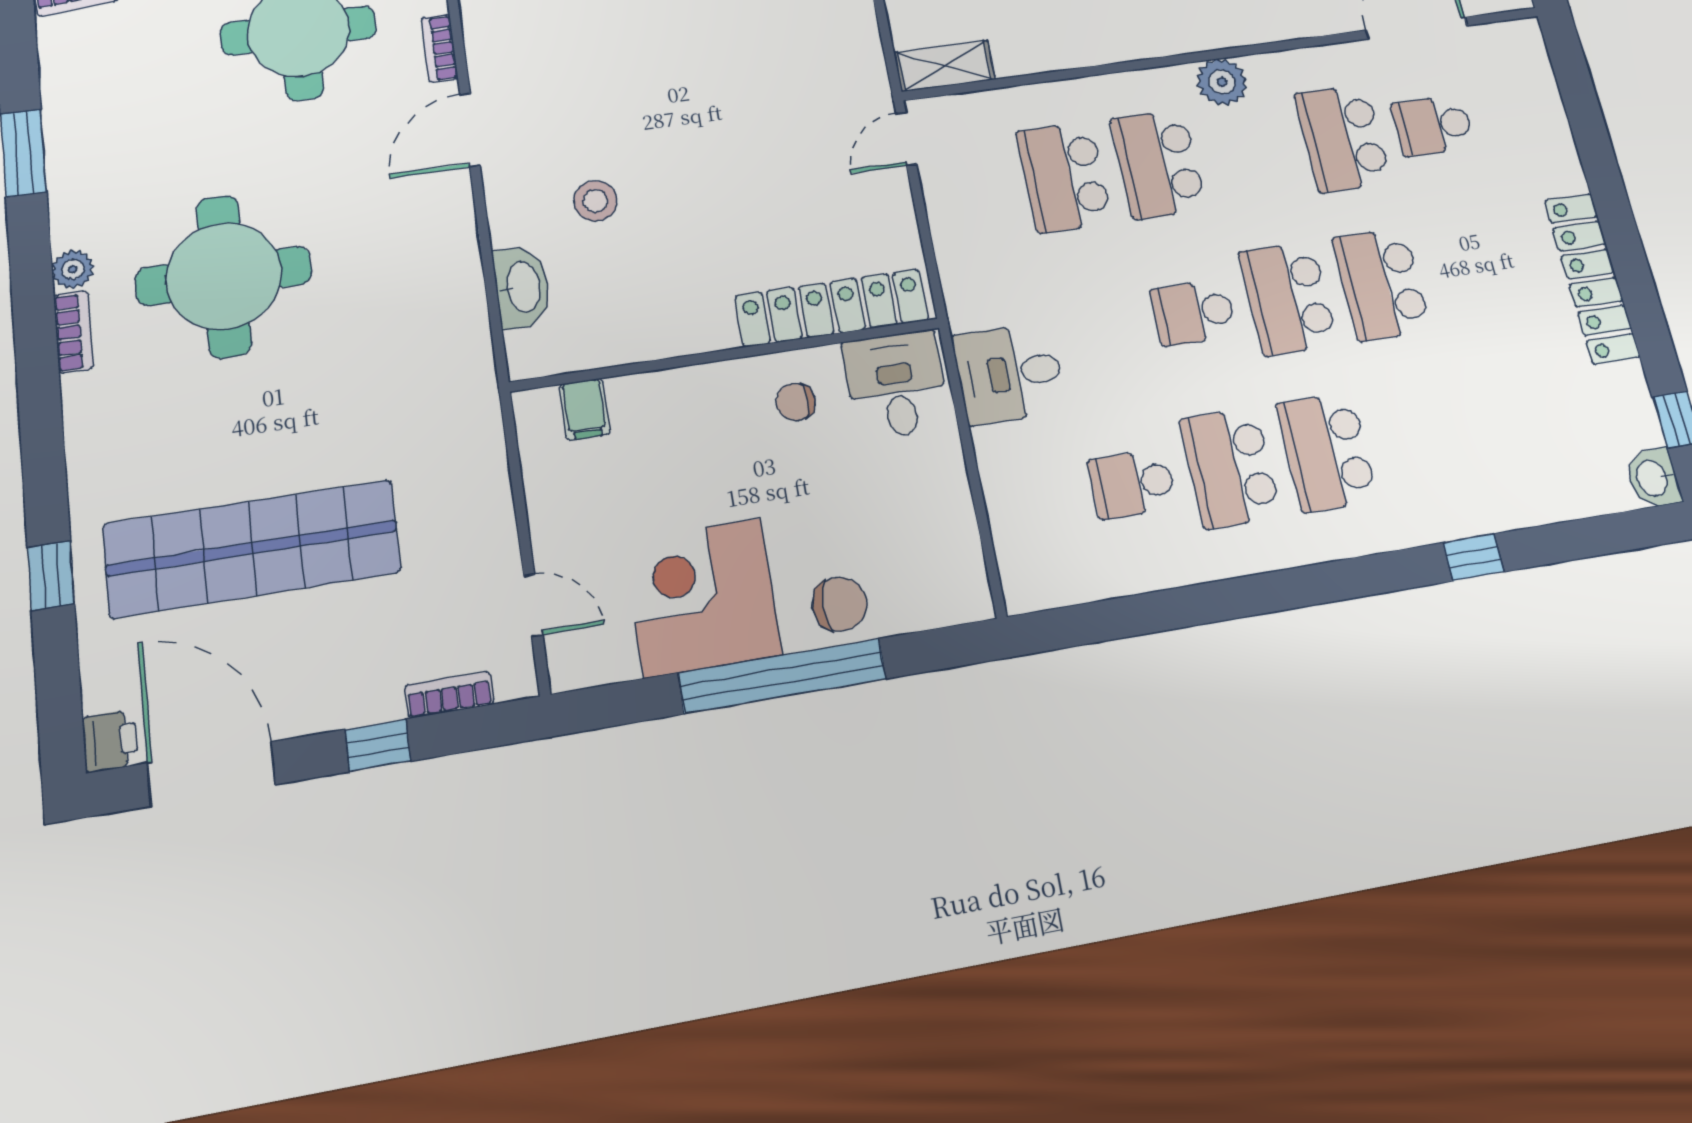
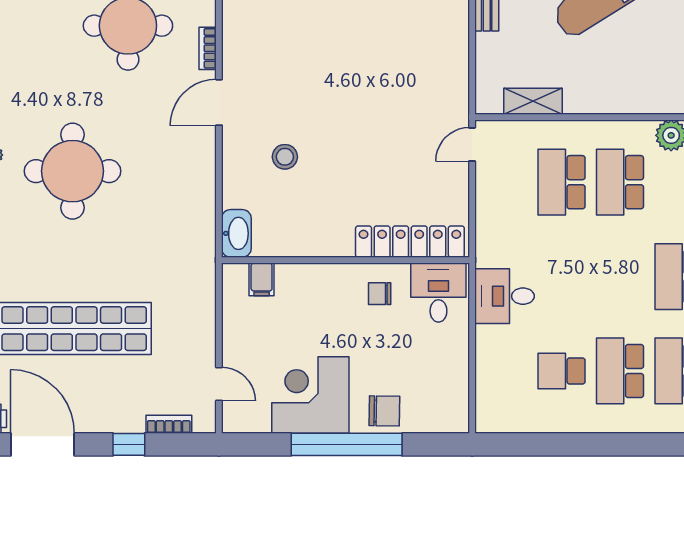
shelving: (944, 66) -> (533, 101), moved
washbasin: (522, 287) -> (236, 233), moved
school desk: (1194, 313) -> (620, 277), removed

